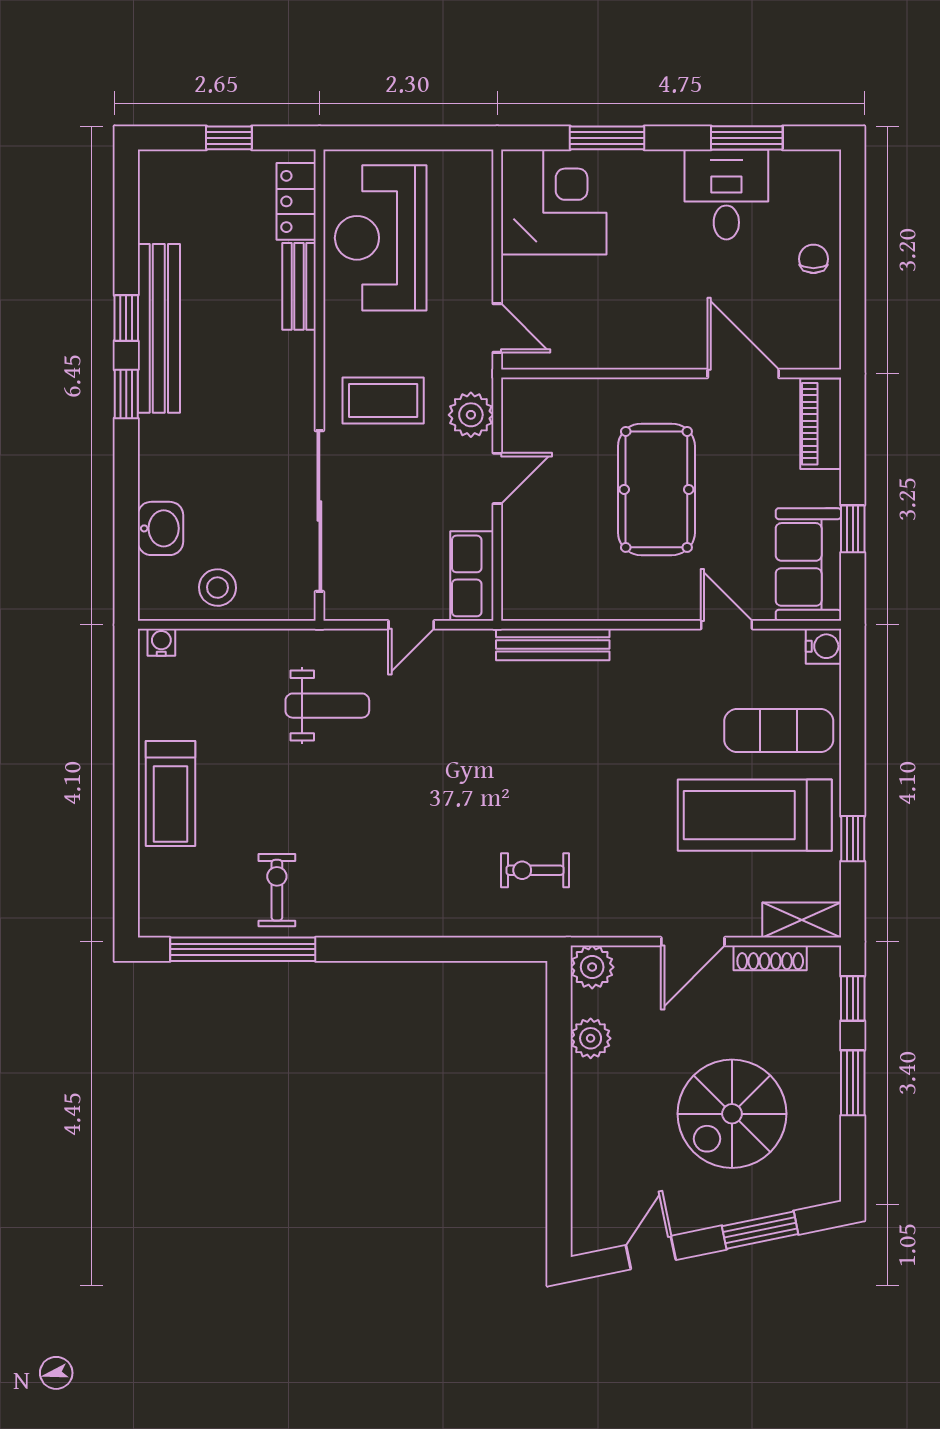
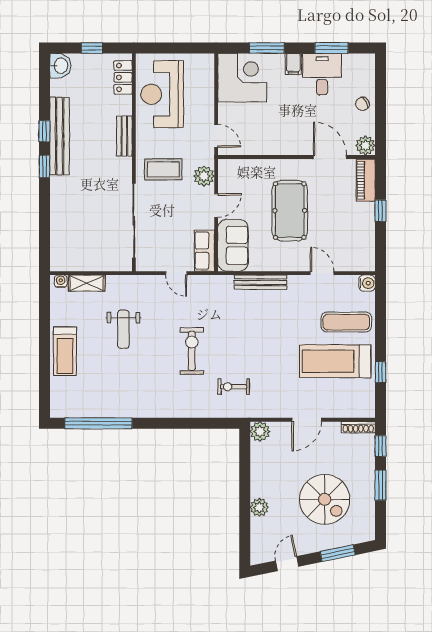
filing cabinet: (664, 172) -> (293, 64), added
chair: (813, 259) -> (362, 104), turned -121
bench: (299, 286) -> (124, 136), moved
plant: (820, 349) -> (365, 145), added
washbasin: (160, 528) -> (60, 66), moved
window: (853, 529) -> (380, 211), moved
sofa: (808, 564) -> (233, 245), moved, turned 180
stool: (217, 588) -> (87, 256), removed
door: (411, 625) -> (176, 273), hinge flipped
bench: (553, 644) -> (261, 282), moved
weight bench: (327, 706) -> (123, 329), moved, turned 90
exercise bike: (277, 890) -> (192, 351), moved, width x1.38, depth x1.39
shelving: (802, 920) -> (87, 283), moved
shoe rack: (770, 958) -> (358, 427), moved
plant: (591, 1038) -> (259, 507), moved
spiral stairs: (732, 1114) -> (325, 499), turned -90

